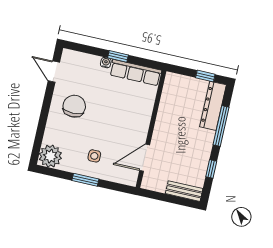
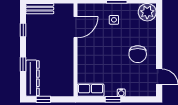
row of seats: (136, 73) -> (91, 90), width x0.68
window: (221, 126) -> (23, 64), width x0.46

